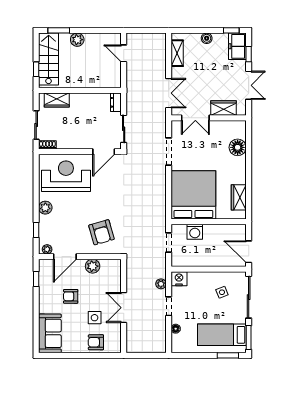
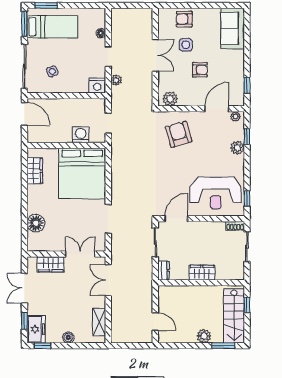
wardrobe: (57, 100) -> (202, 273), moved
window: (36, 171) -> (247, 199), added
plant: (45, 208) -> (237, 148), moved
plant: (93, 266) -> (170, 99), moved
armchair: (71, 296) -> (200, 70), moved
armchair: (96, 342) -> (184, 19), turned 180

